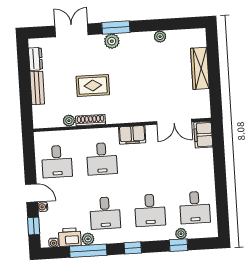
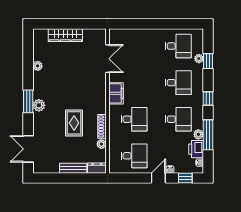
double door: (72, 30) -> (28, 149), moved
dresser: (35, 59) -> (97, 168), moved
filing cabinet: (203, 135) -> (120, 36), removed

